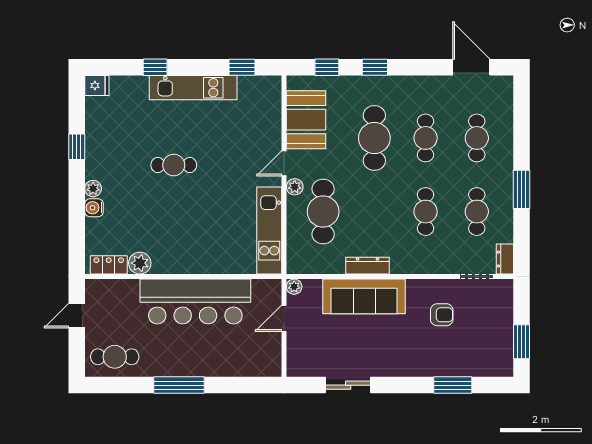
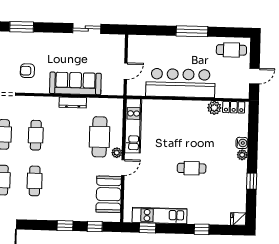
kitchen unit: (193, 88) -> (160, 216), moved
cafe table: (374, 138) -> (66, 182), removed
plant: (294, 287) -> (119, 91), removed

